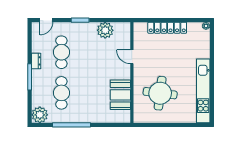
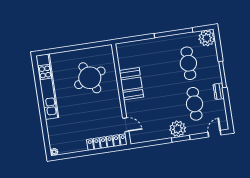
locker: (167, 28) -> (107, 142), moved
plant: (105, 30) -> (178, 129), moved
door: (132, 57) -> (126, 125), moved
round table: (160, 93) -> (90, 78), turned -30
booth: (120, 95) -> (131, 84), moved

